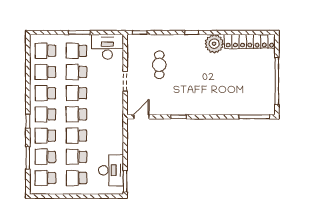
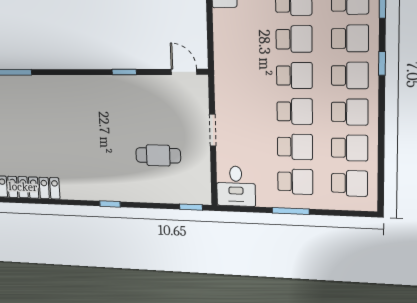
plant: (214, 44) -> (75, 186), removed
desk: (107, 47) -> (236, 186), width x0.73
cafe table: (159, 65) -> (158, 155), turned 90
door: (141, 117) -> (184, 72), swing flipped

